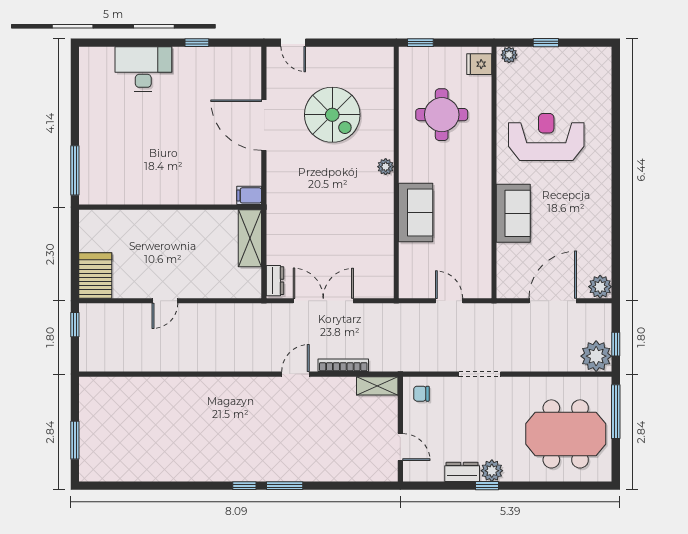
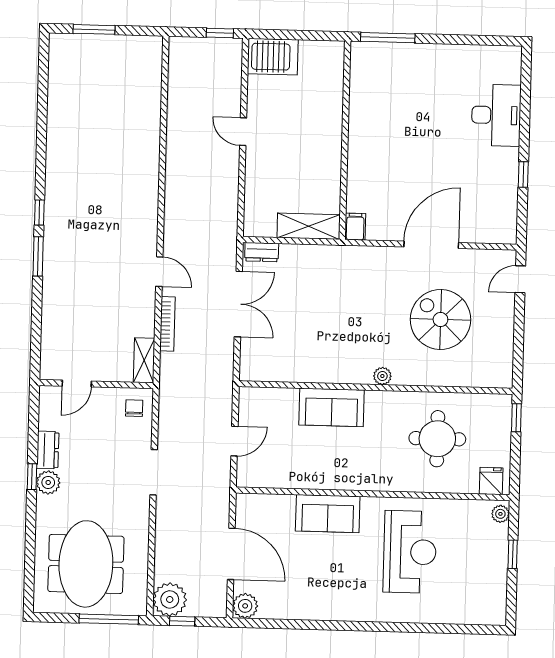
spiral stairs: (332, 115) -> (440, 320), turned 90

